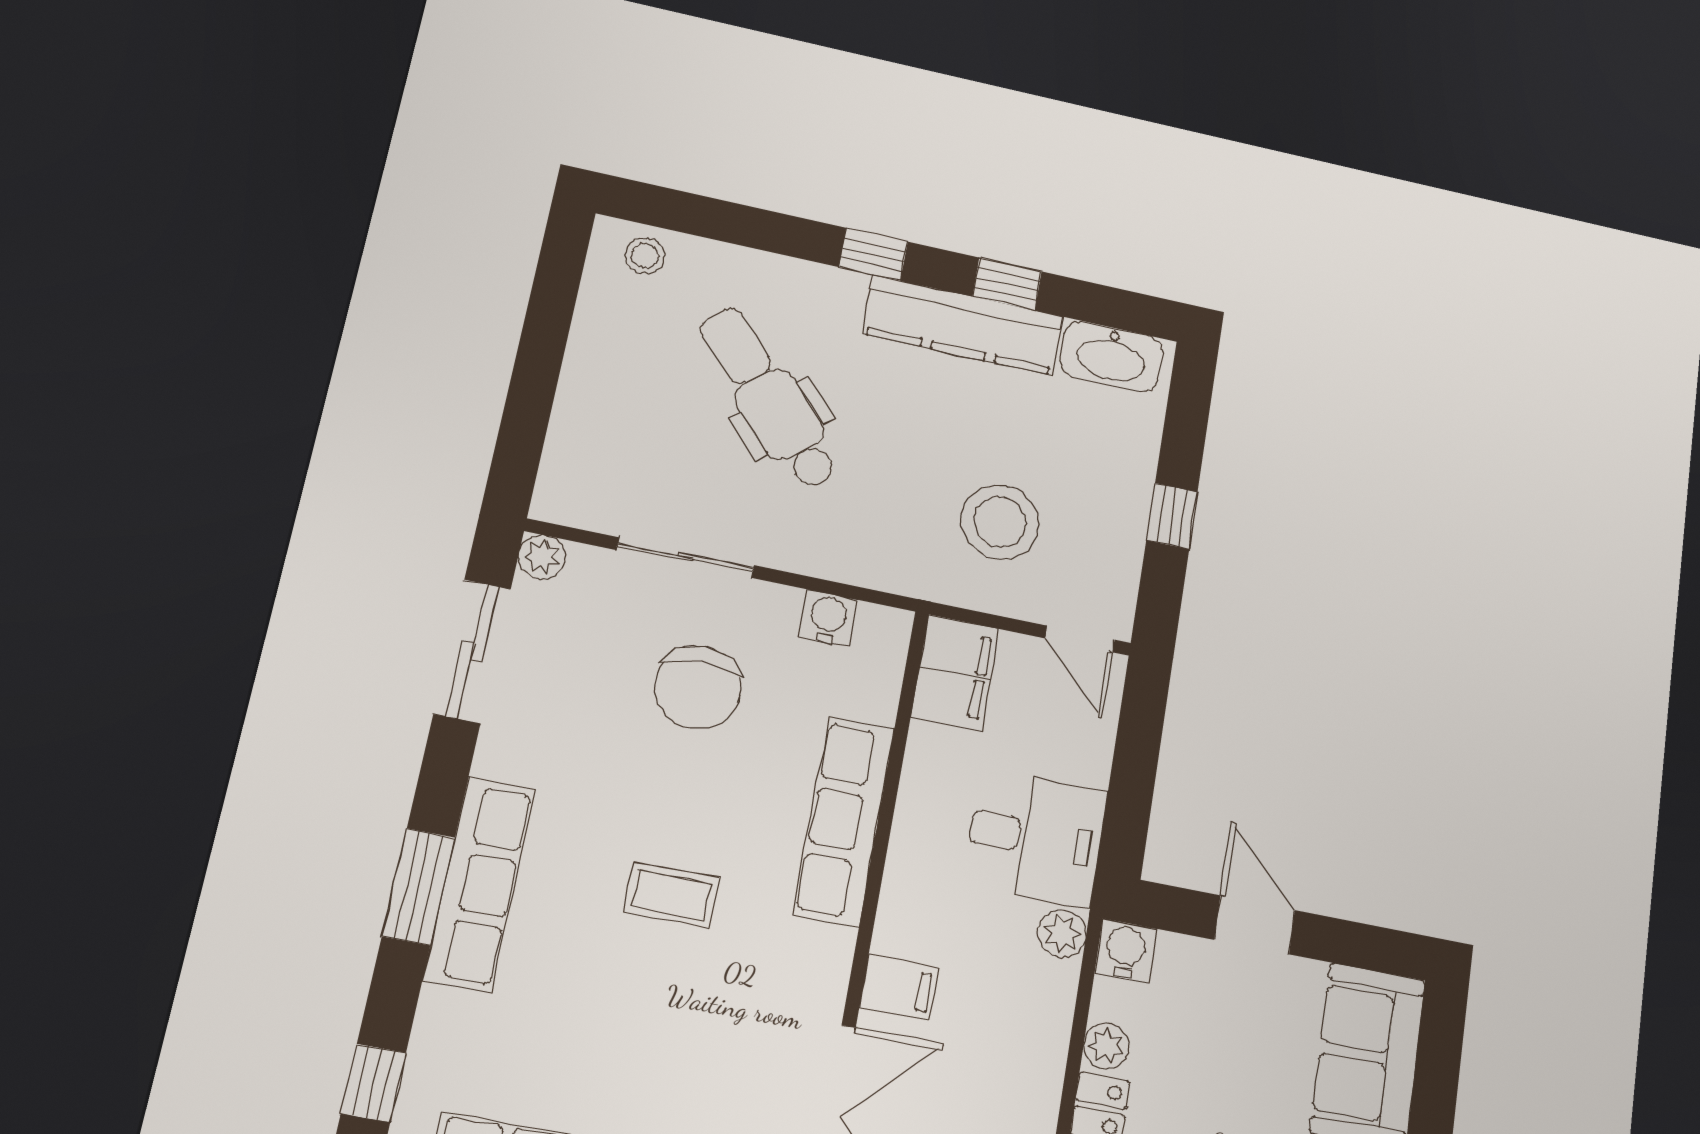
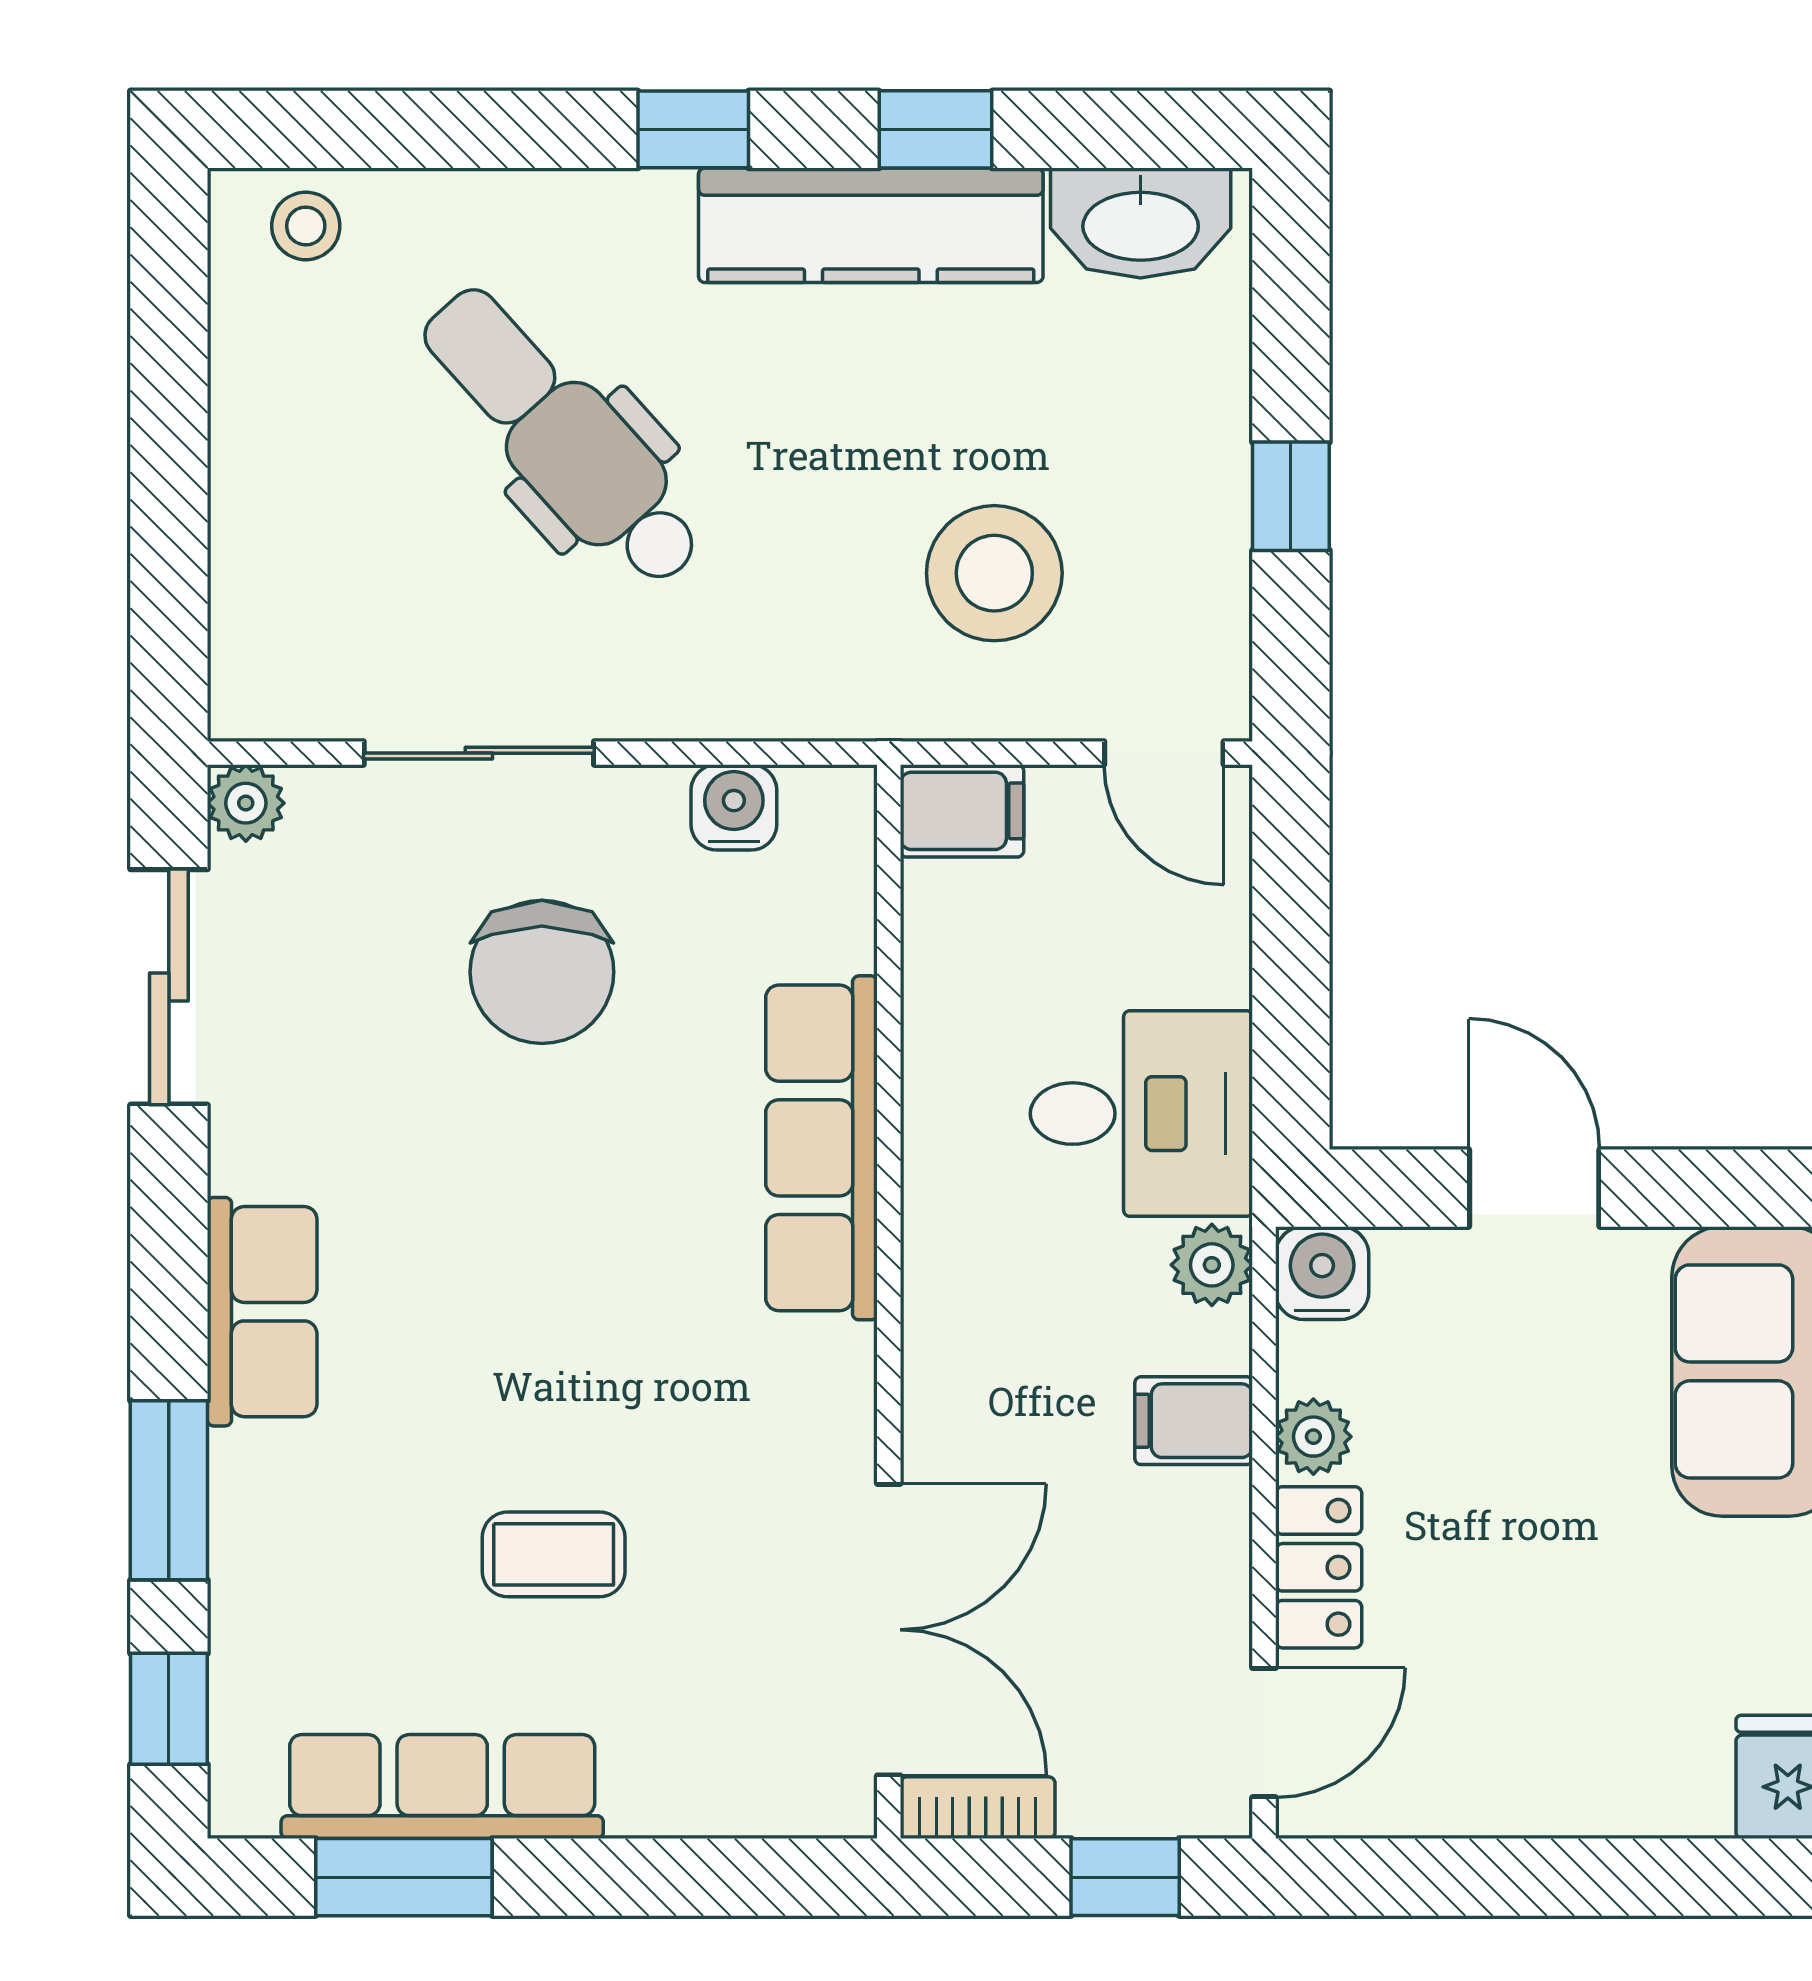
filing cabinet: (955, 673) -> (962, 811), width x0.50
row of seats: (479, 884) -> (262, 1312), width x0.68
window: (418, 887) -> (169, 1490), moved
coffee table: (672, 895) -> (554, 1554), moved
filing cabinet: (899, 987) -> (1194, 1421), moved, turned 180

